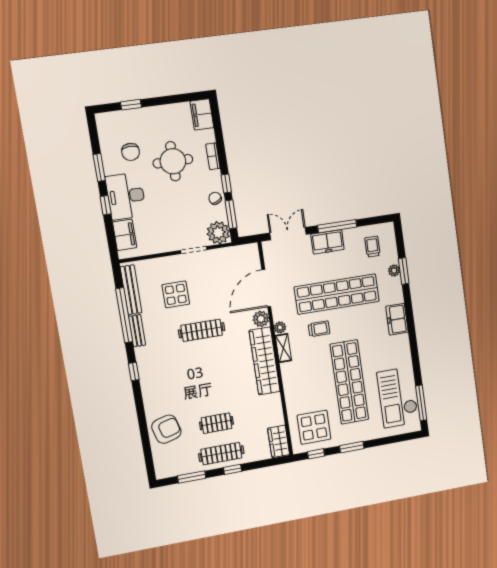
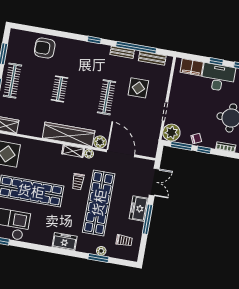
bench: (131, 290) -> (152, 58), width x0.73
clothes rail: (216, 423) -> (59, 89), moved
armchair: (166, 429) -> (45, 48), turned 105

